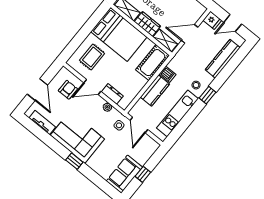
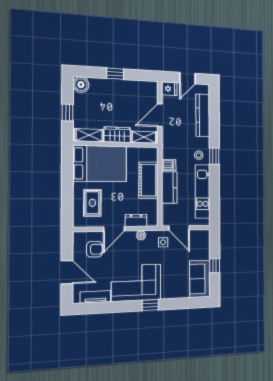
cot: (153, 63) -> (148, 180), moved
armchair: (68, 90) -> (94, 249), turned 90

